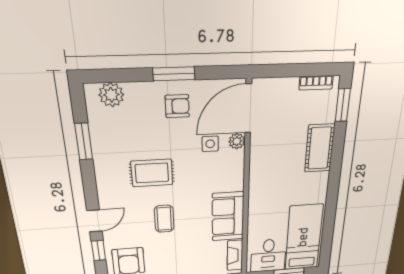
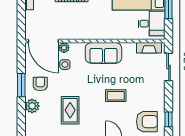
plant: (111, 95) -> (32, 106), moved
rug: (152, 173) -> (70, 110), moved
sofa: (228, 217) -> (103, 53), moved

